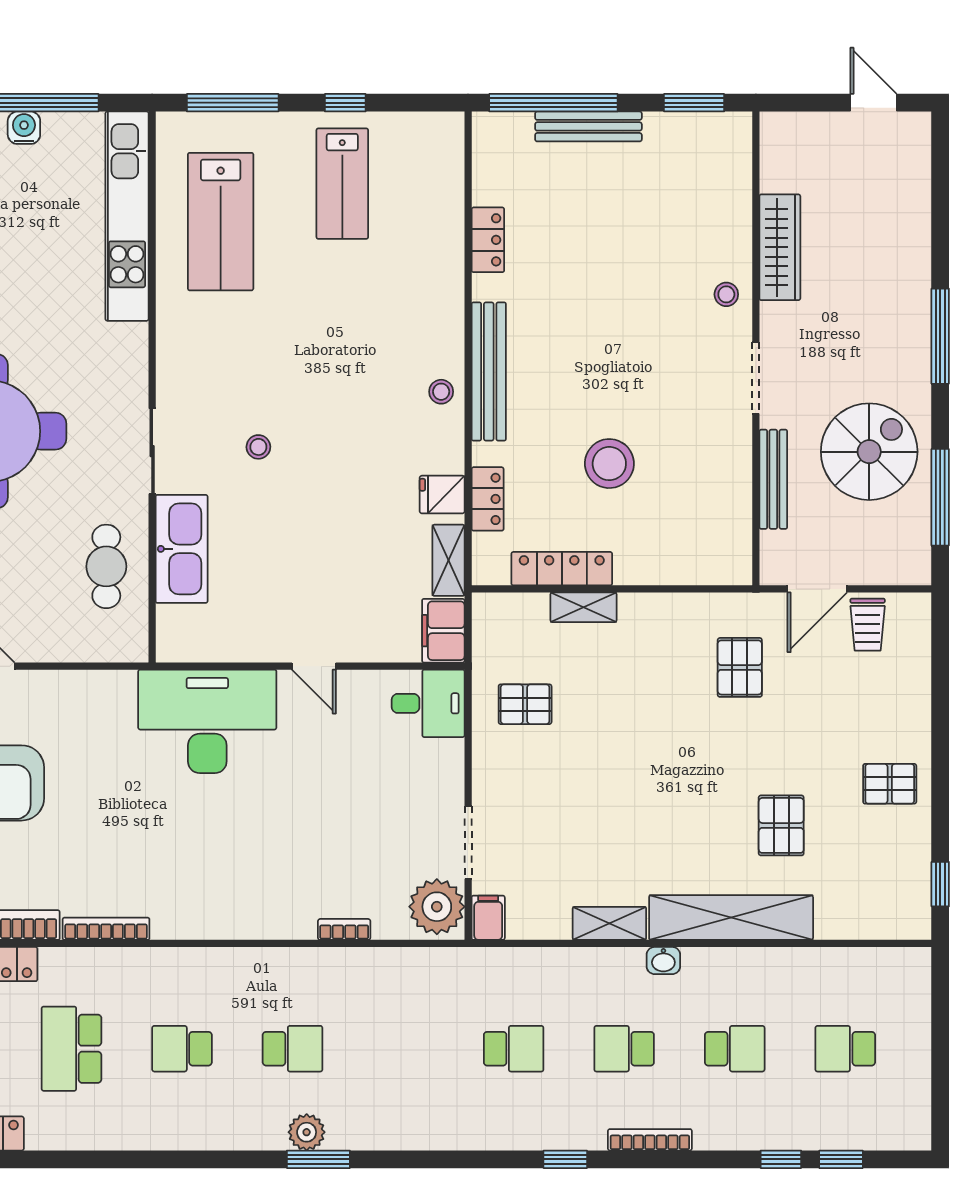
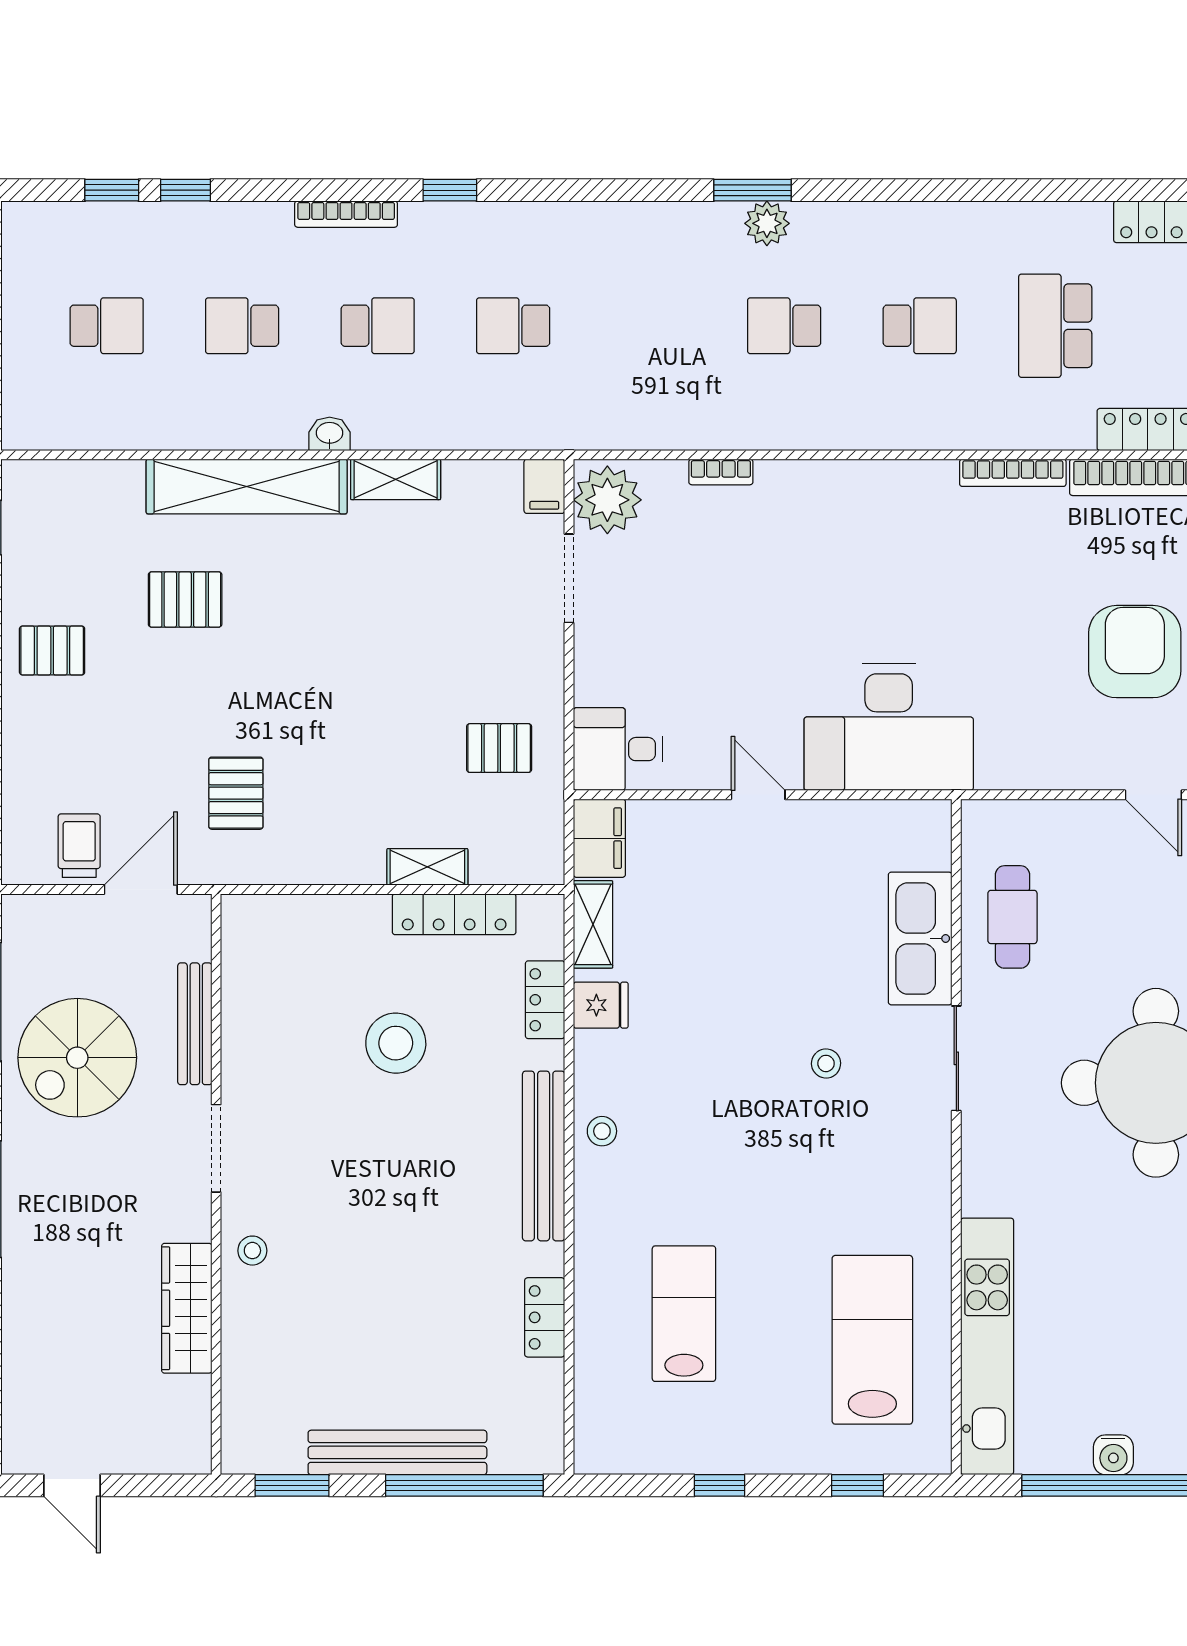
window: (233, 103) -> (858, 1485), width x0.46
bench: (588, 126) -> (397, 1452), width x1.37, depth x1.21
lab bench: (342, 184) -> (684, 1314), moved
pallet: (781, 825) -> (185, 599), turned 90
school desk: (71, 1049) -> (1055, 326), turned 180

